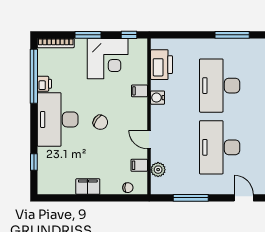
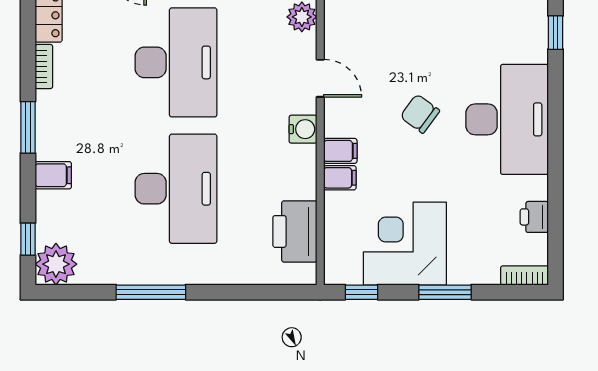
bookcase: (56, 43) -> (524, 275), width x0.64
window: (34, 76) -> (556, 208), removed
printer: (44, 84) -> (534, 217), moved
water cooler: (158, 98) -> (303, 129), moved
filing cabinet: (139, 165) -> (340, 151), moved

